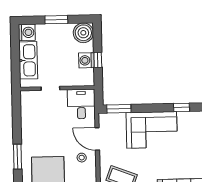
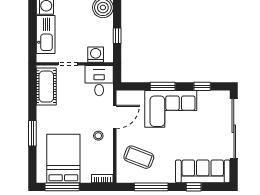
washing machine: (86, 60) -> (96, 55), moved, turned 90
window: (119, 109) -> (163, 86), moved
cot: (30, 111) -> (46, 87), added
door: (97, 139) -> (115, 117), swing flipped

